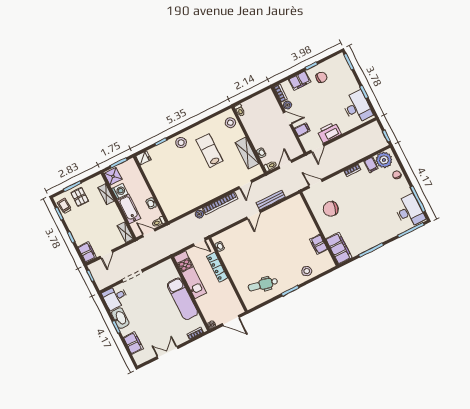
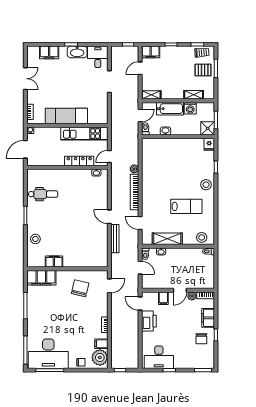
shower: (113, 176) -> (208, 128), moved
desk: (409, 211) -> (48, 354), width x1.36, depth x1.30
door: (106, 254) -> (140, 68), hinge flipped
dental chair: (263, 284) -> (43, 194), turned 78

